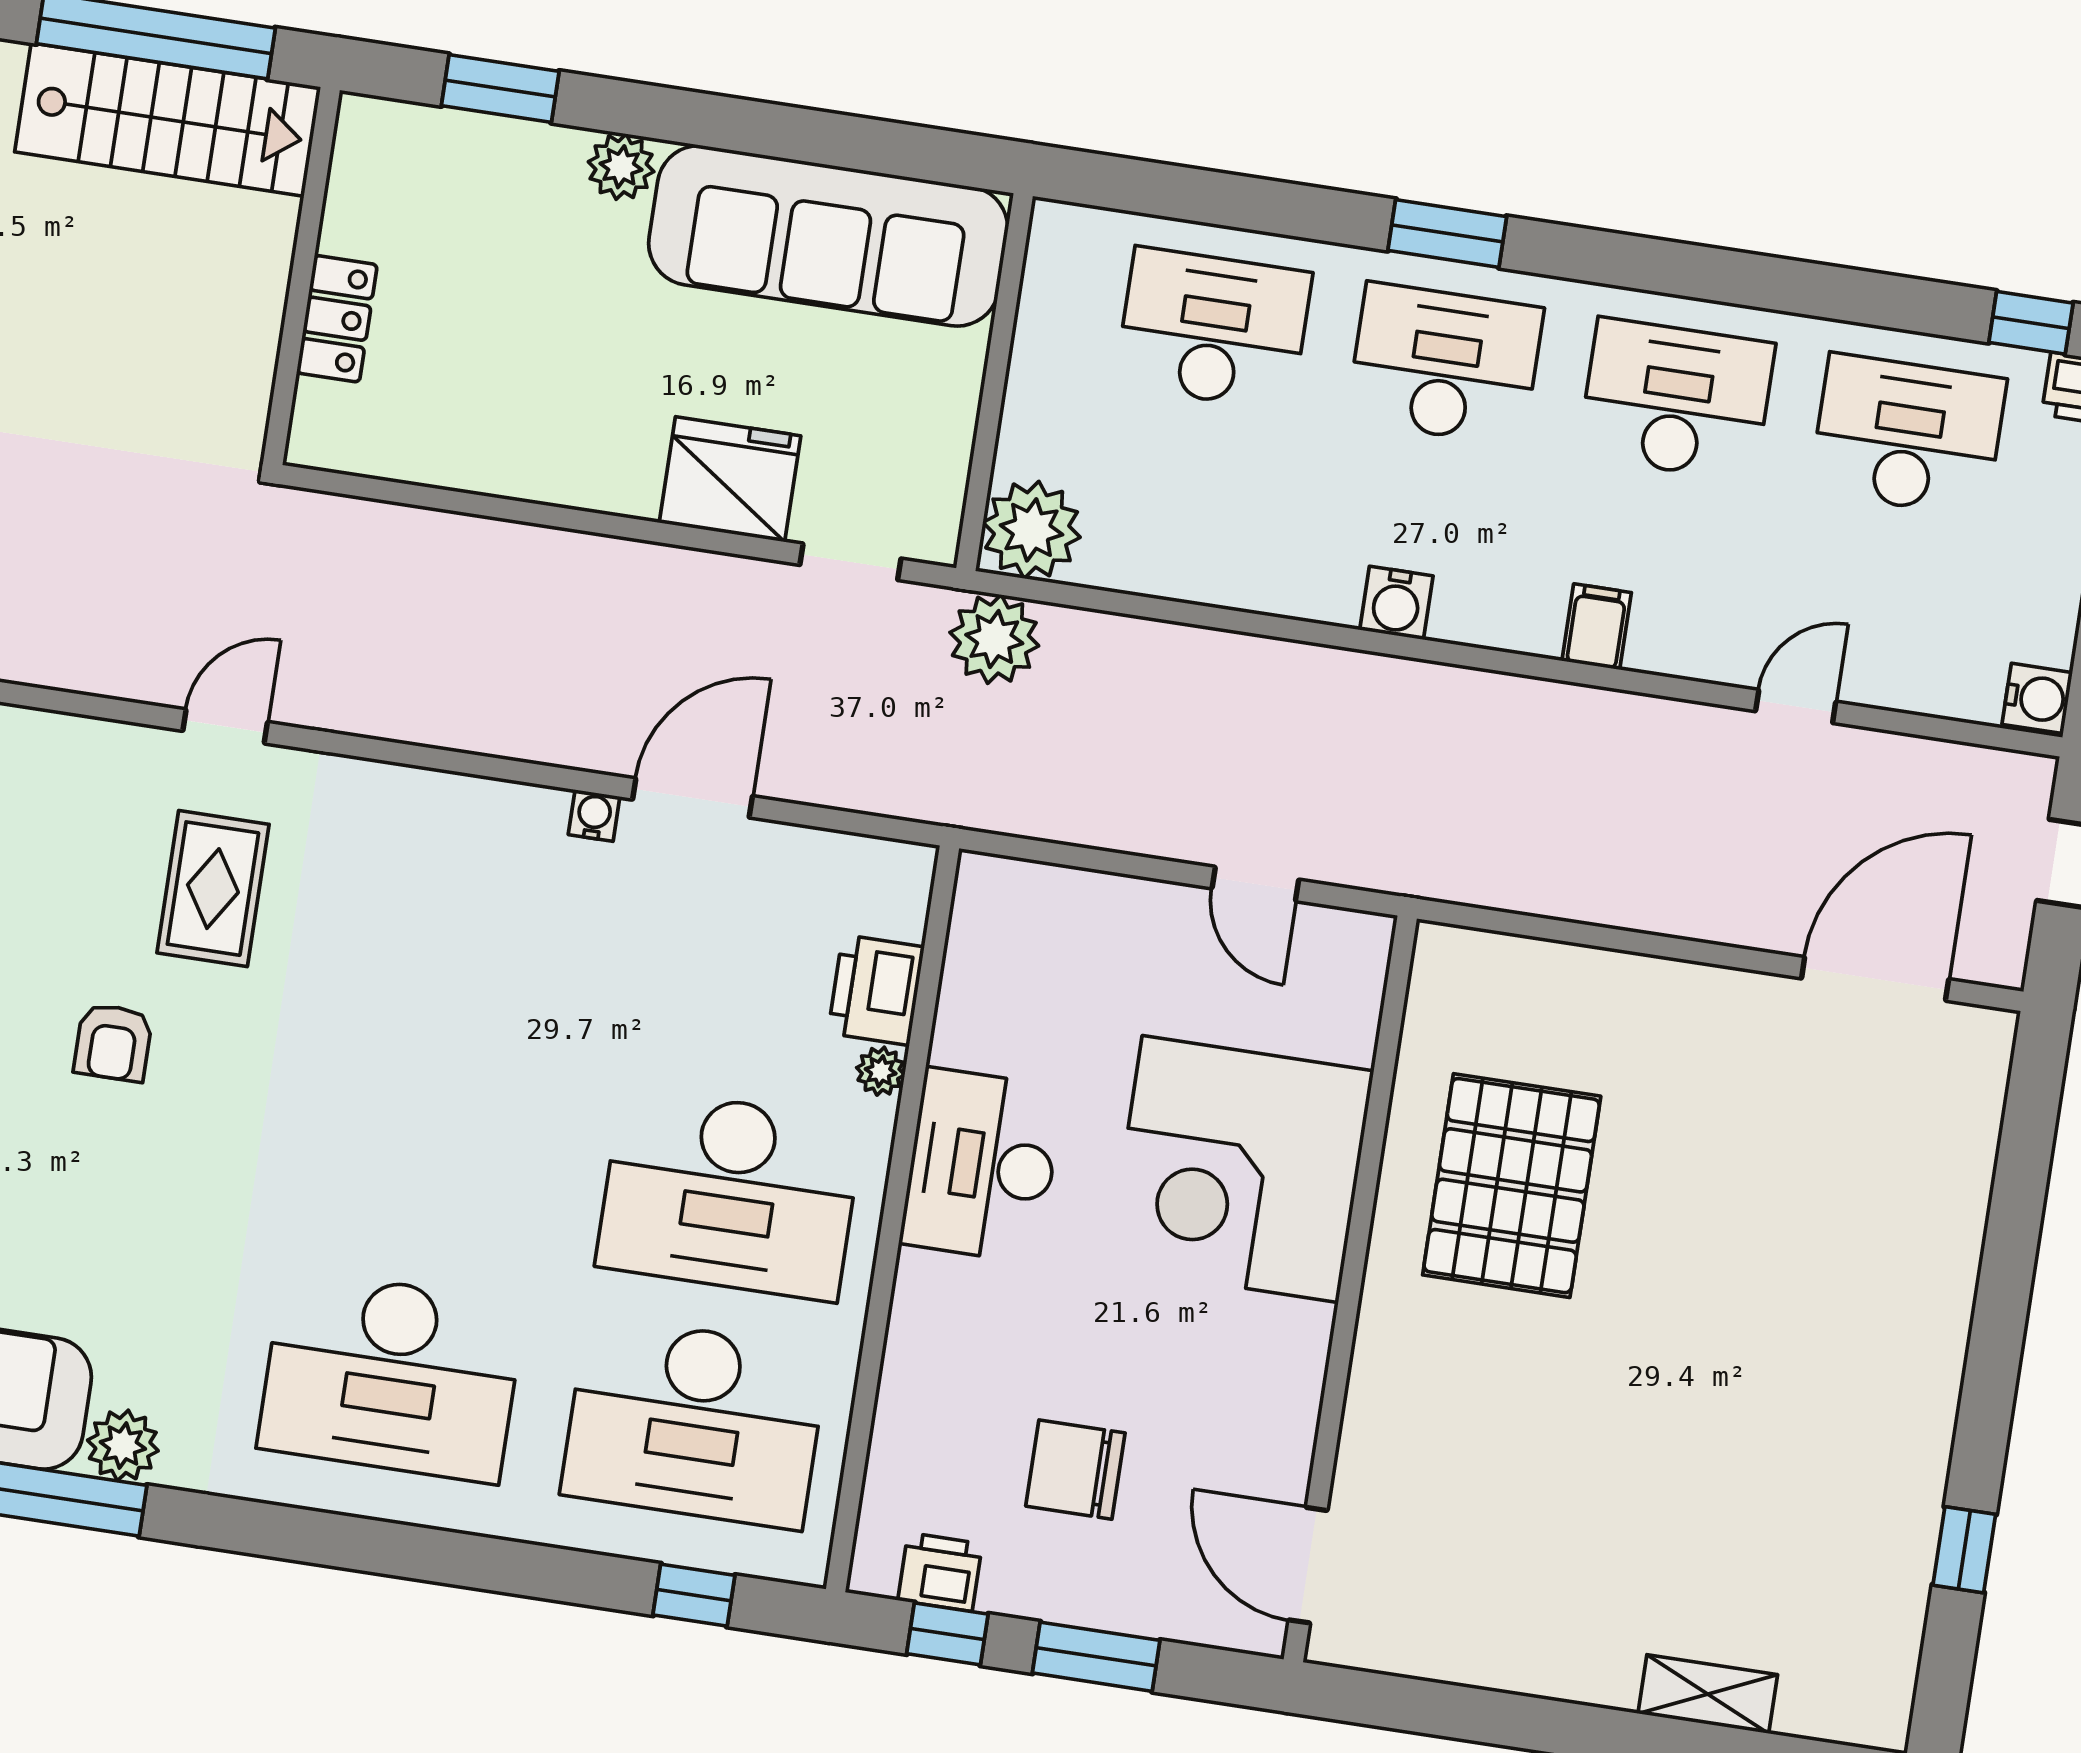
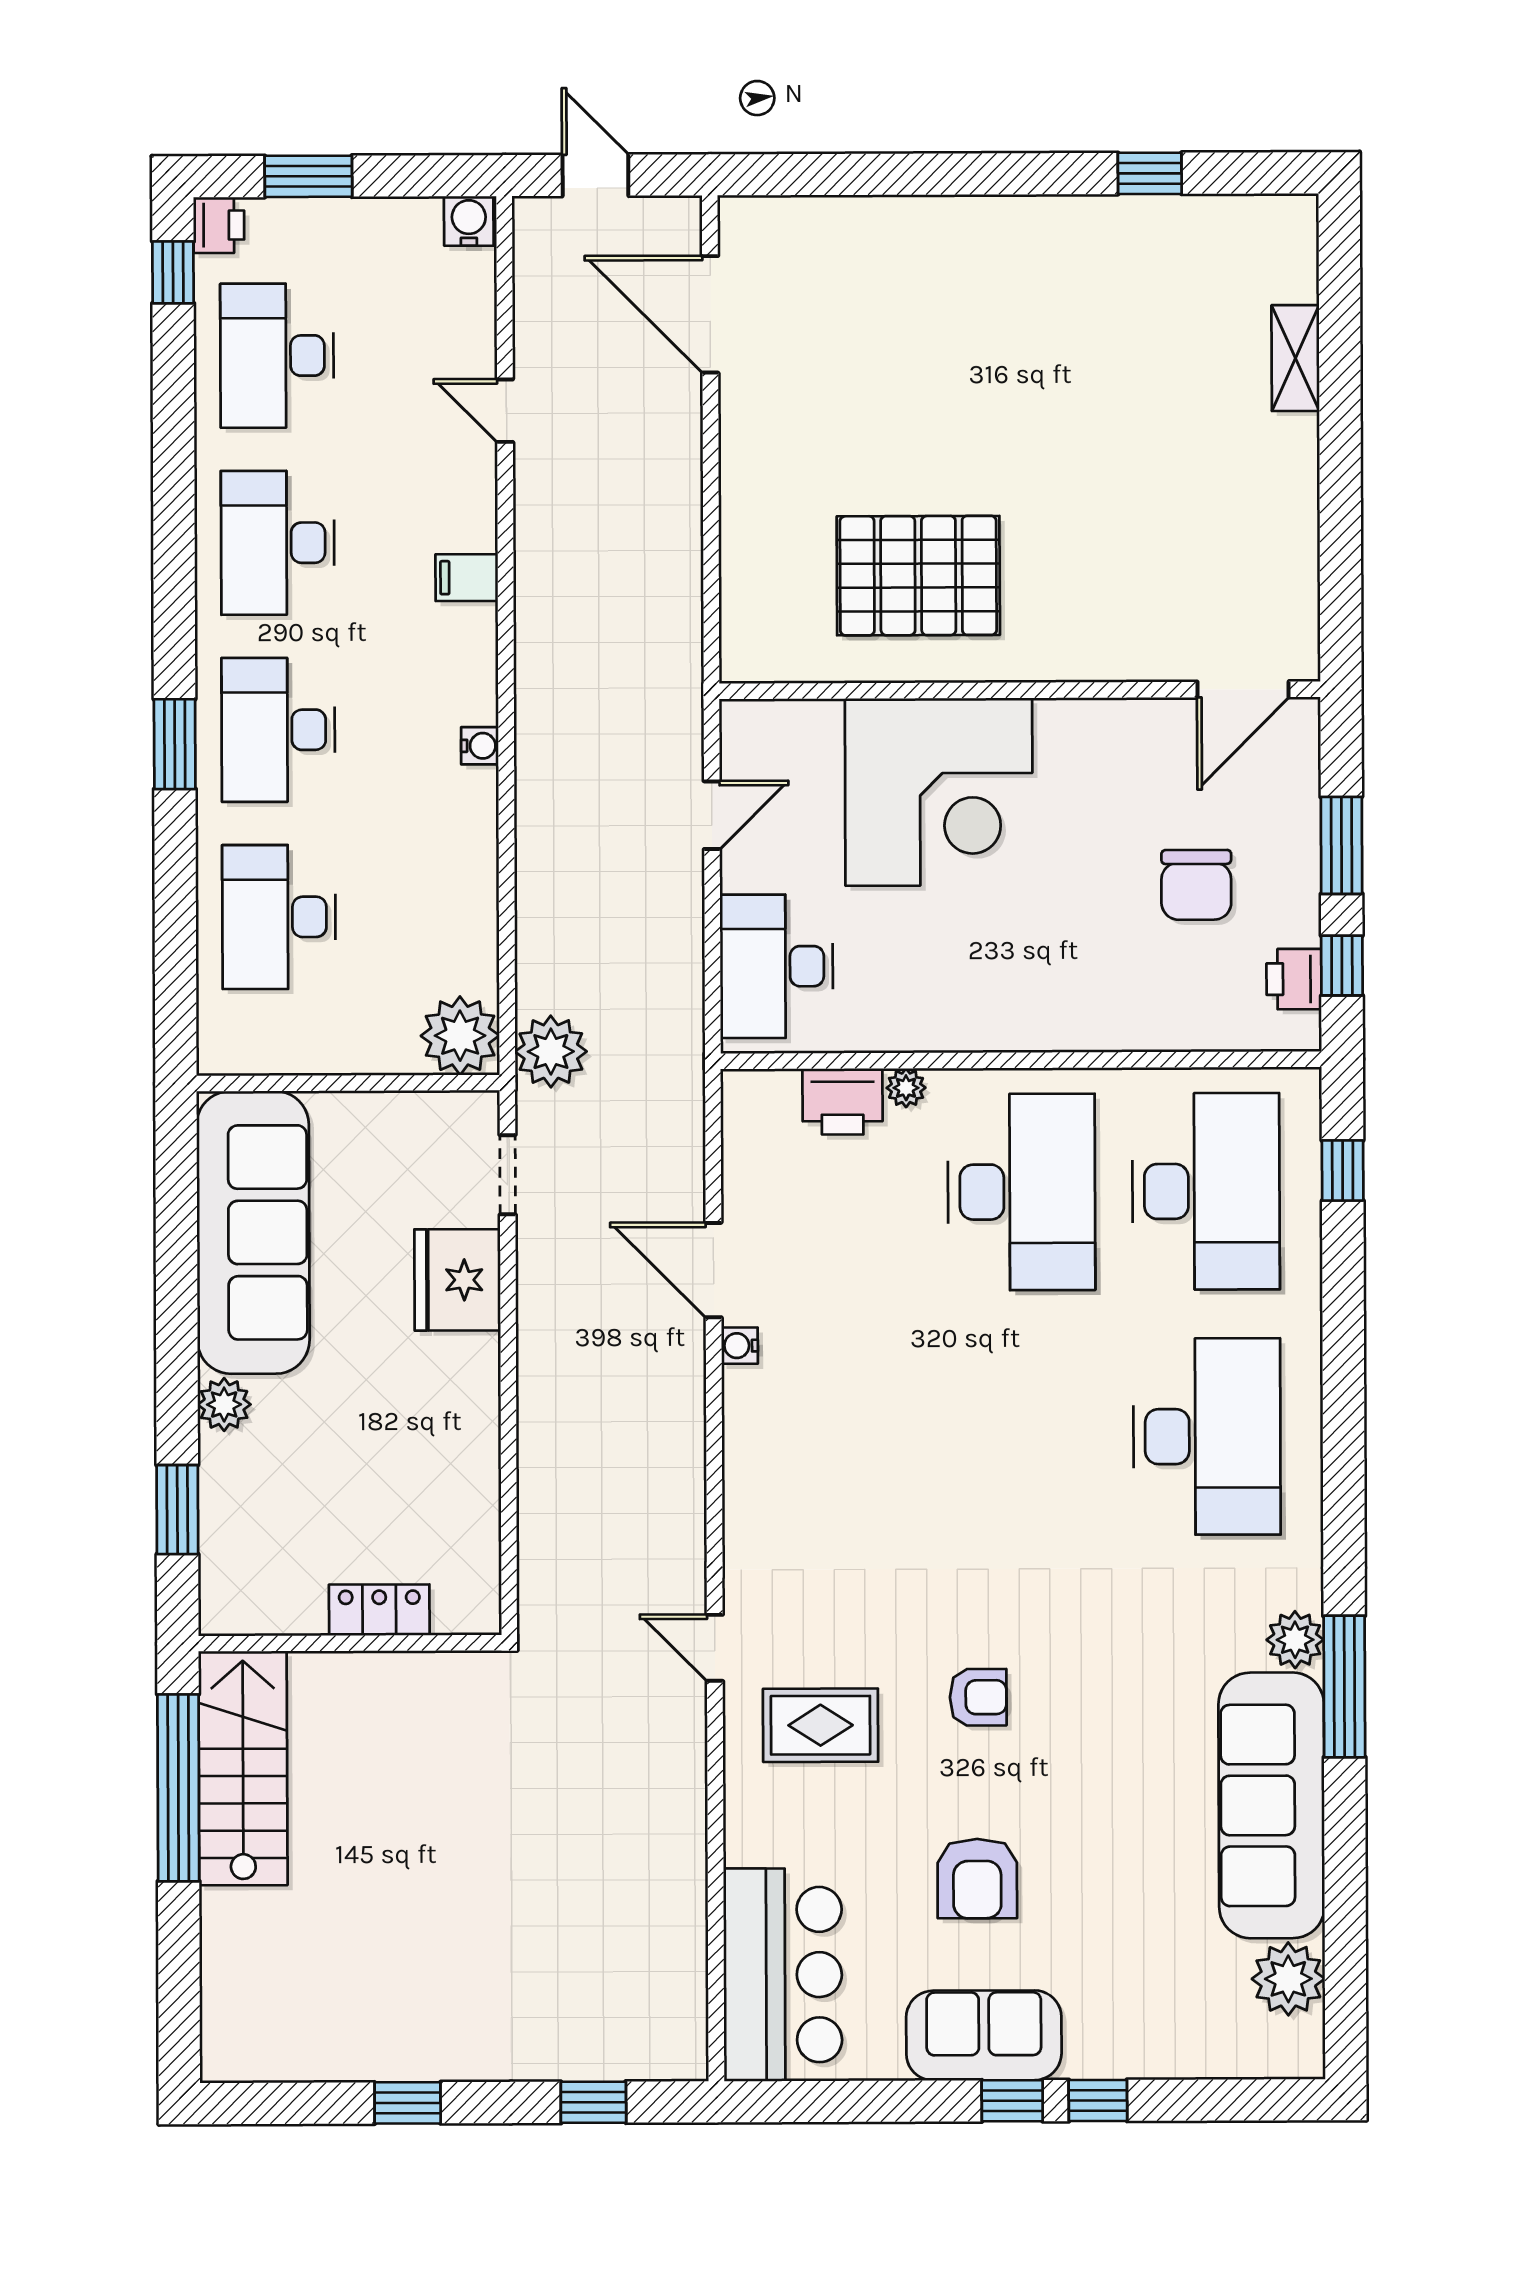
water cooler: (1396, 603) -> (480, 746), width x0.72, depth x0.72
rug: (213, 889) -> (821, 1725), moved
desk: (982, 1165) -> (776, 966), moved, turned 90

